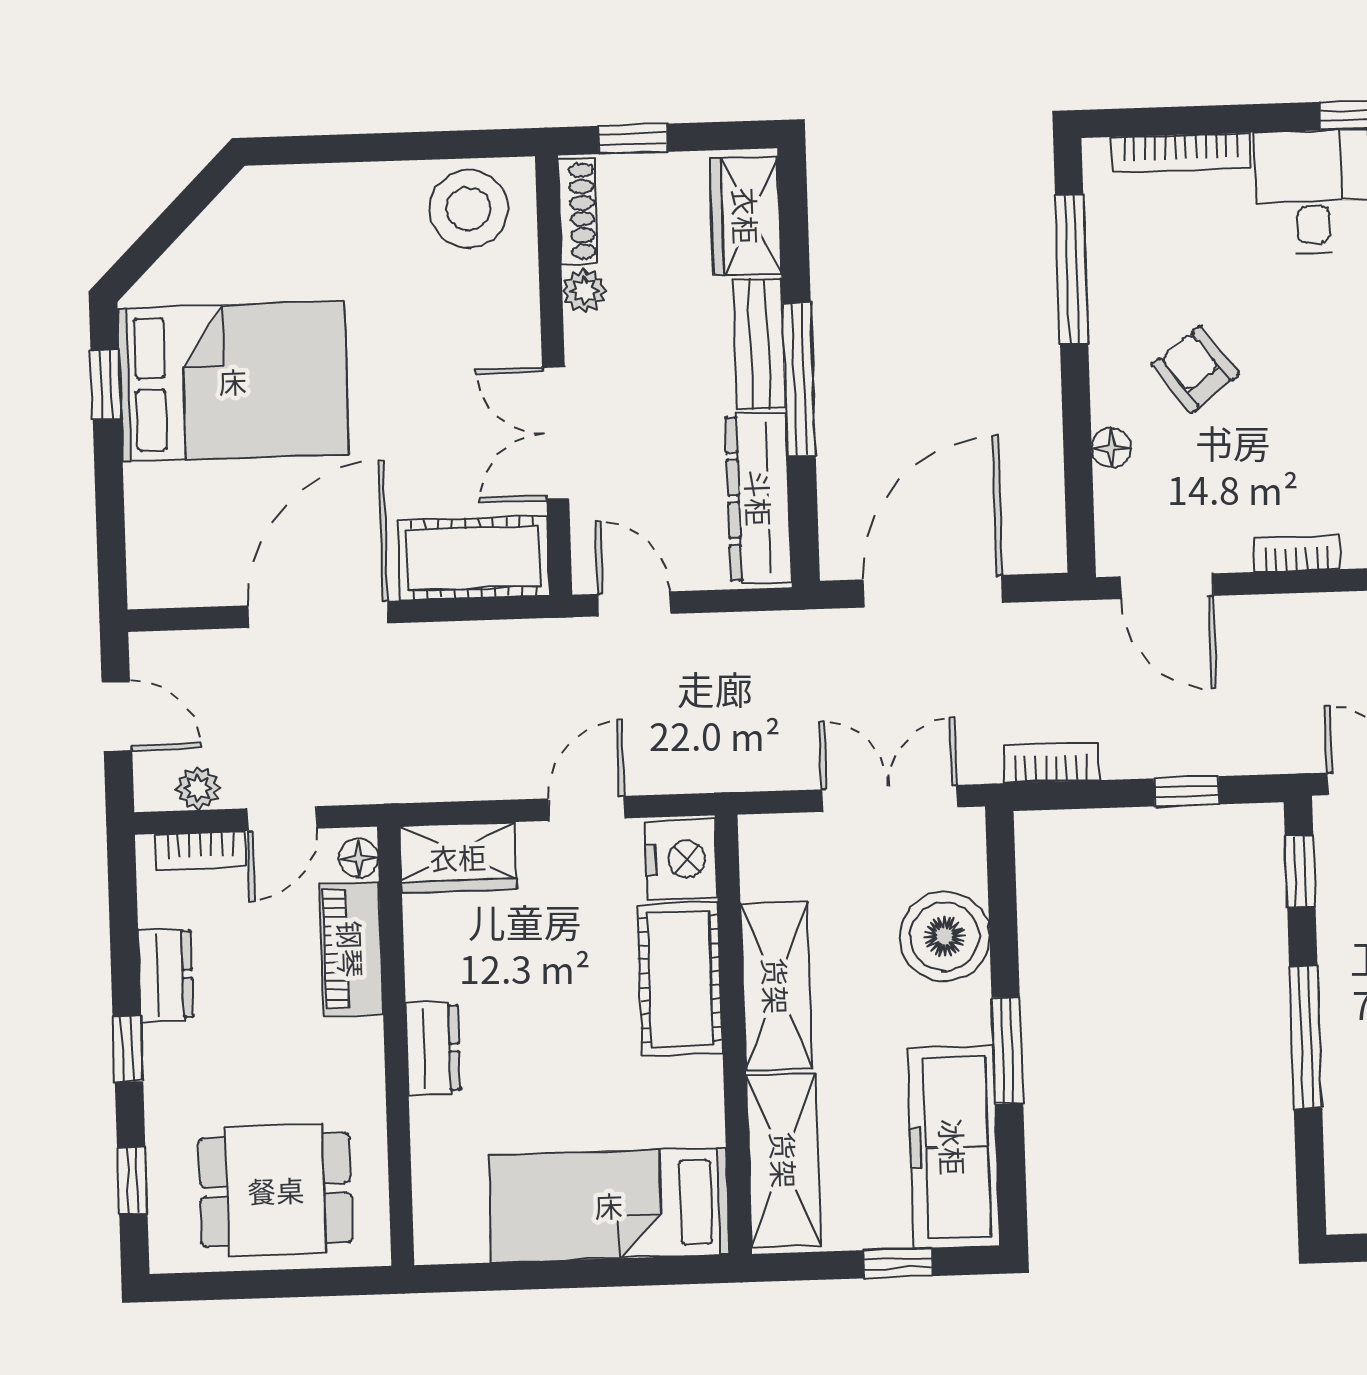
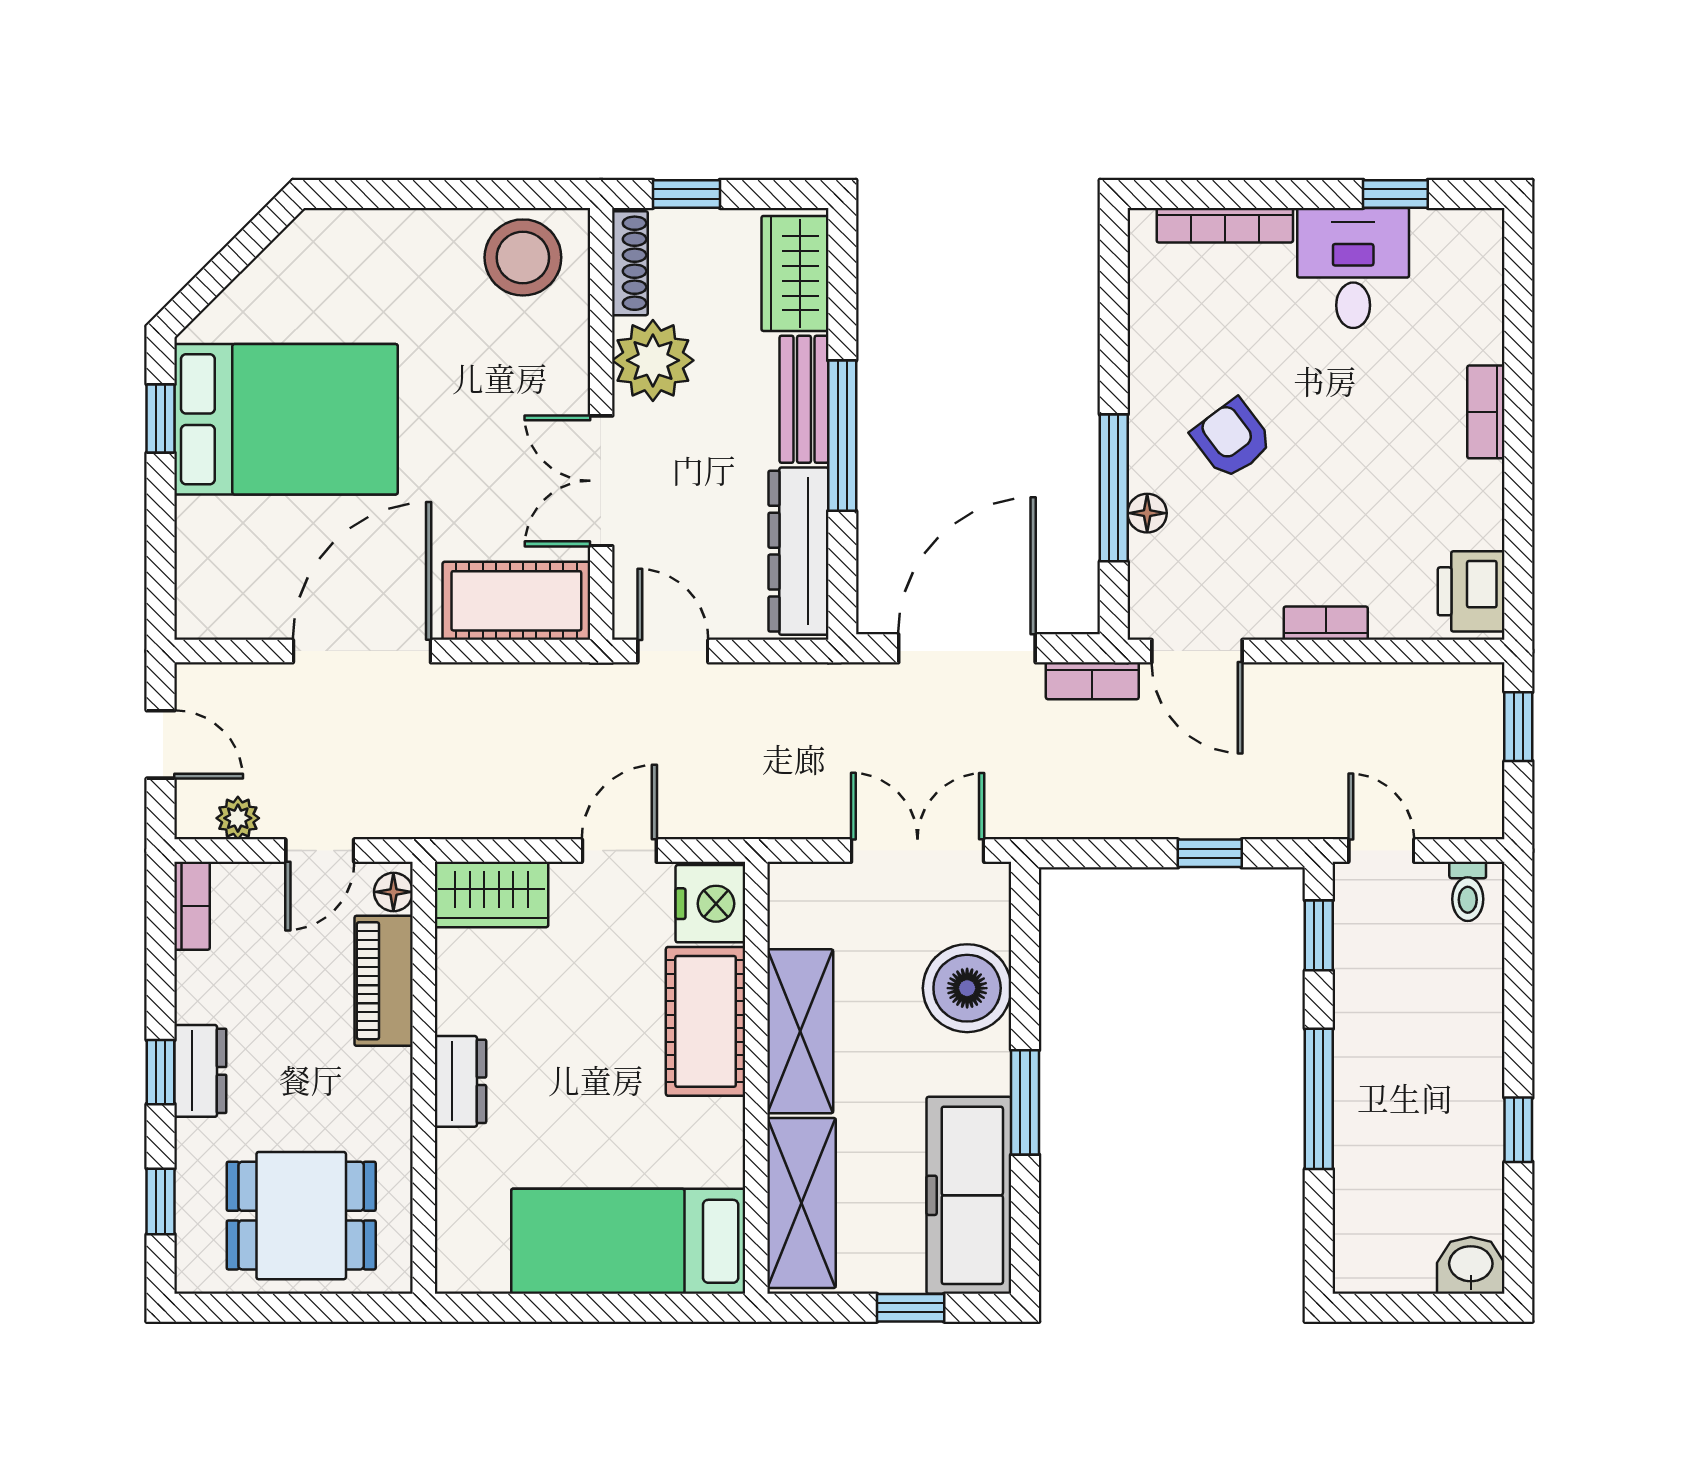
window: (1072, 269) -> (1114, 488), moved
plant: (584, 291) -> (653, 360), width x1.88, depth x1.88
bookcase: (1051, 763) -> (1092, 681), moved, turned 180
bookcase: (200, 850) -> (192, 906), moved, turned -90
dresser: (166, 975) -> (200, 1071), moved

